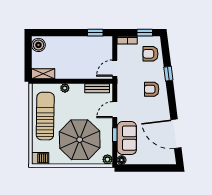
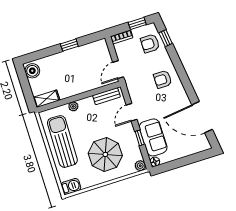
window: (95, 33) -> (69, 45), moved
window: (168, 74) -> (166, 38), moved
parasol: (80, 140) -> (105, 154), width x0.73, depth x0.73

